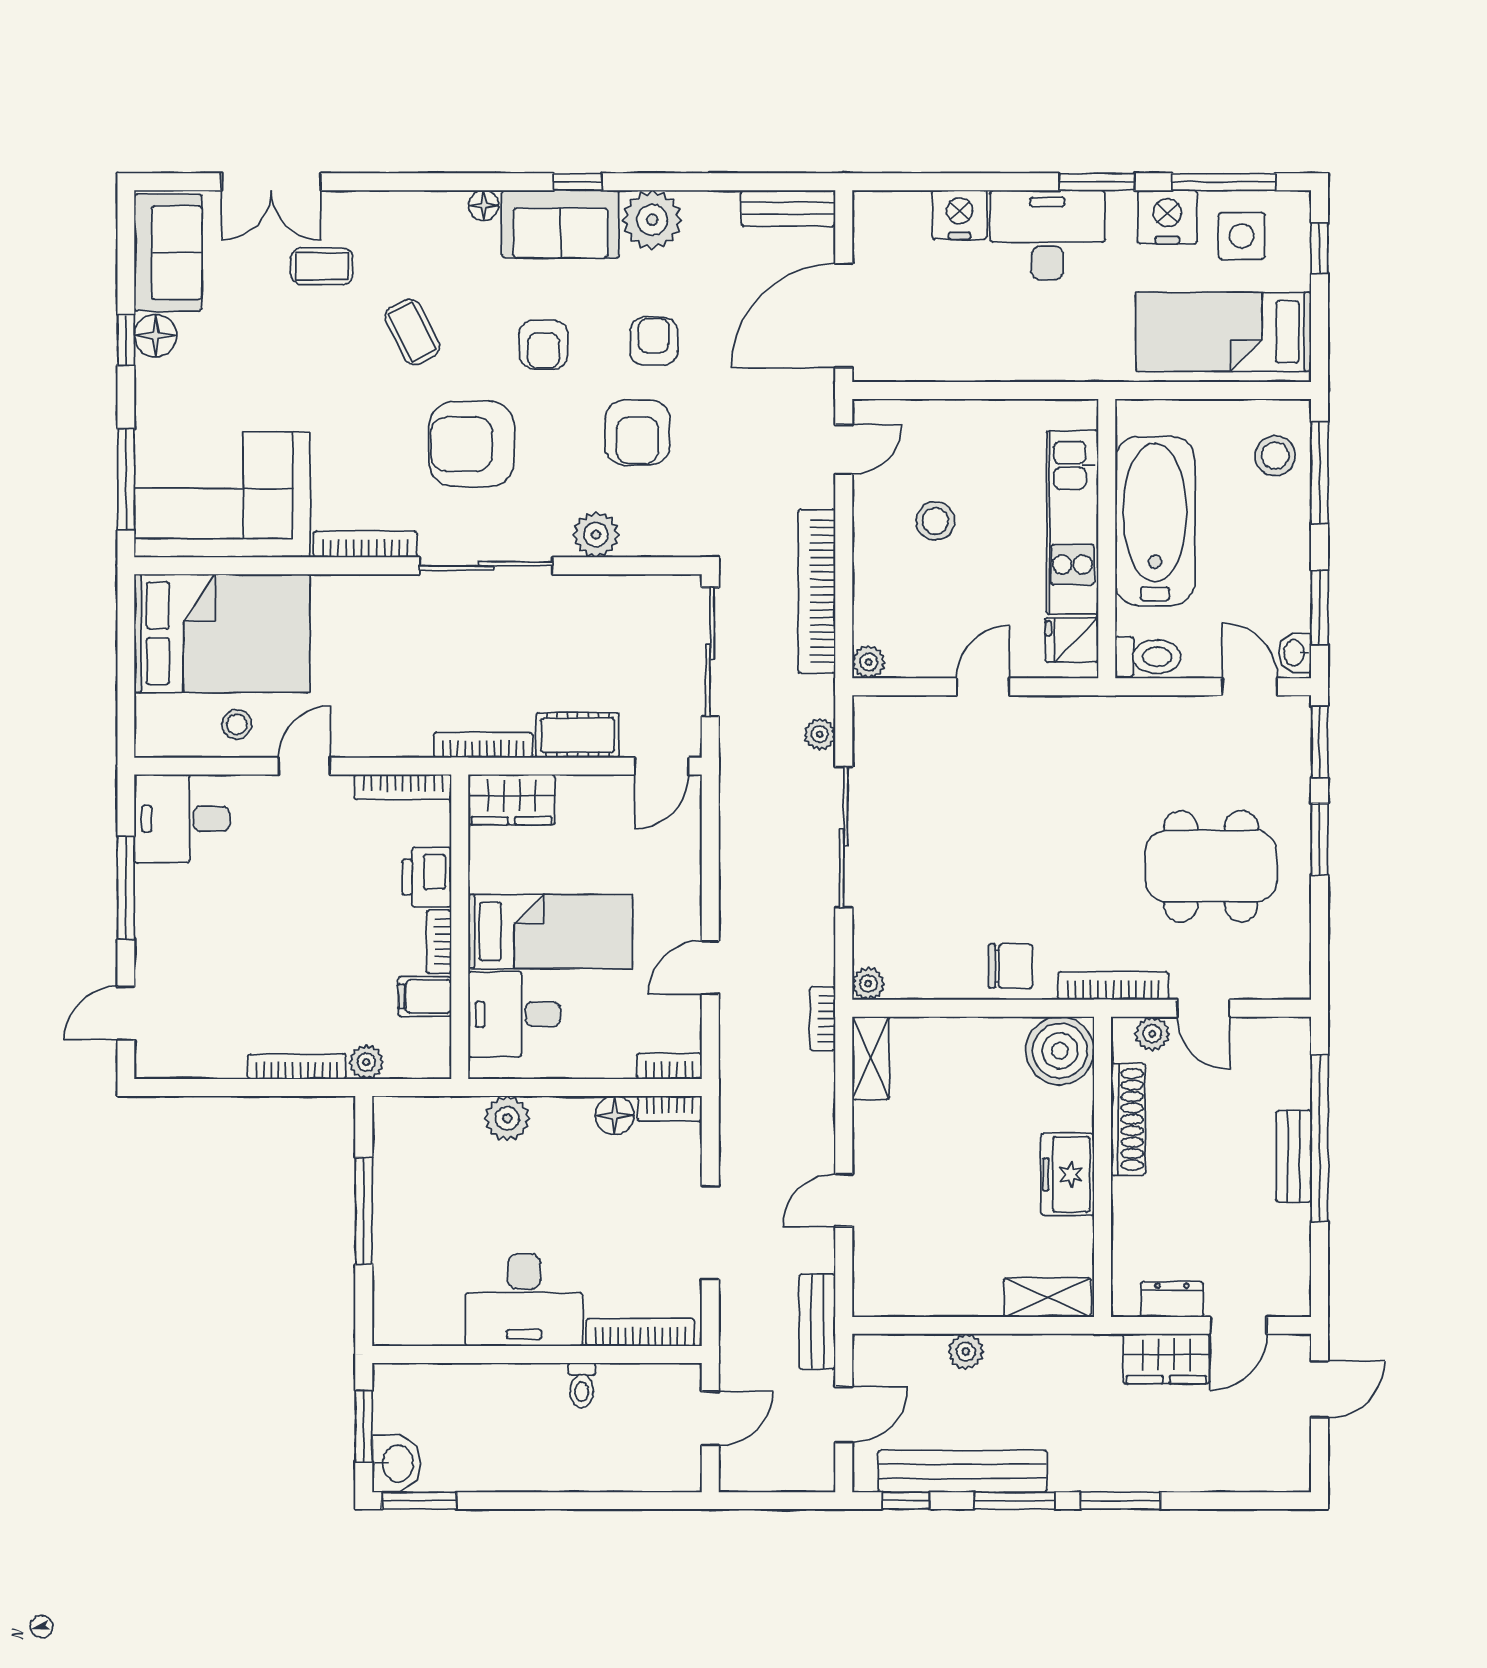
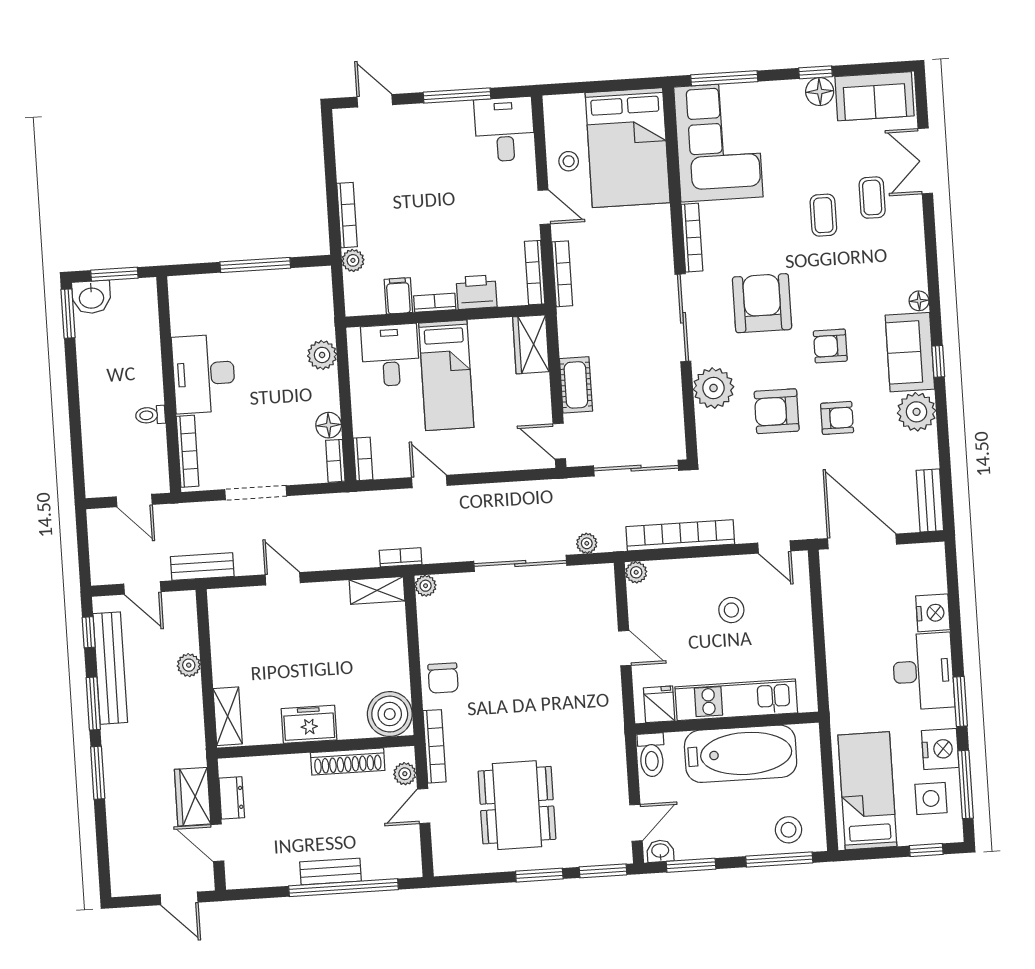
coffee table: (412, 332) -> (823, 215), moved, turned -63
plant: (596, 535) -> (713, 388), width x1.36, depth x1.36
bookcase: (483, 745) -> (562, 274), moved

